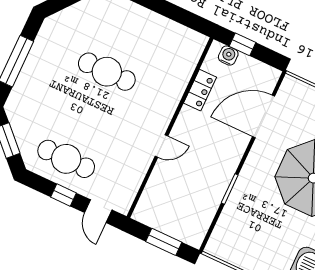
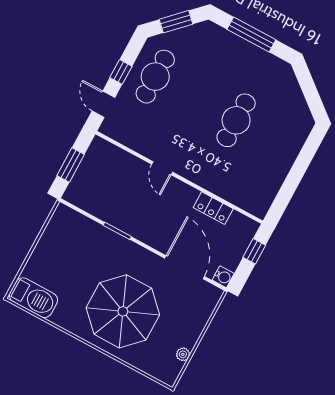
water cooler: (228, 56) -> (223, 277), moved
door: (98, 211) -> (103, 104), hinge flipped

